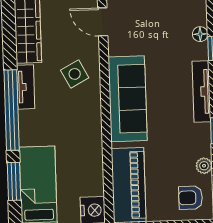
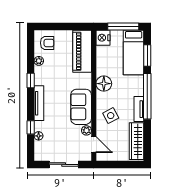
plant: (116, 46) -> (86, 130), added
sofa: (128, 99) -> (81, 107), width x0.73
floor lamp: (89, 130) -> (104, 84), added

